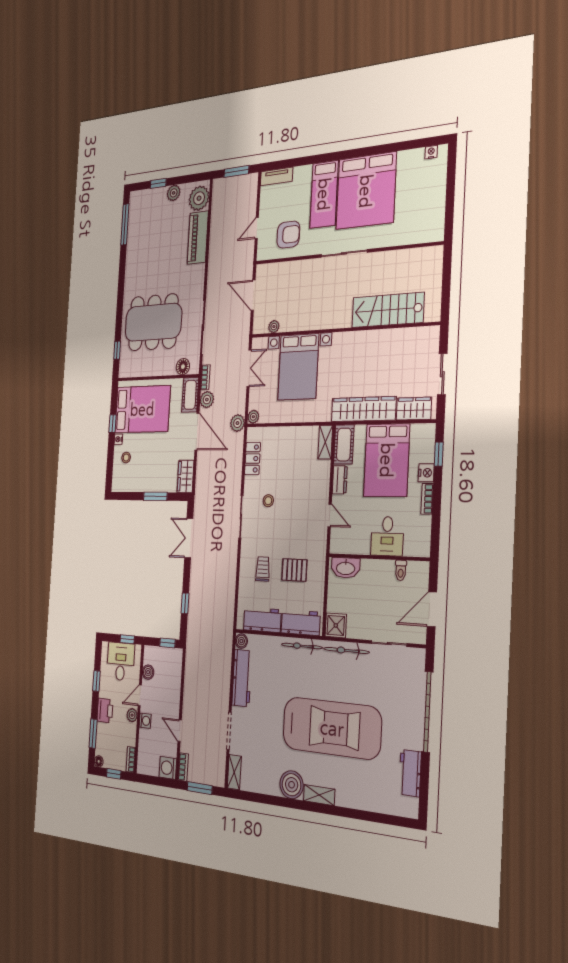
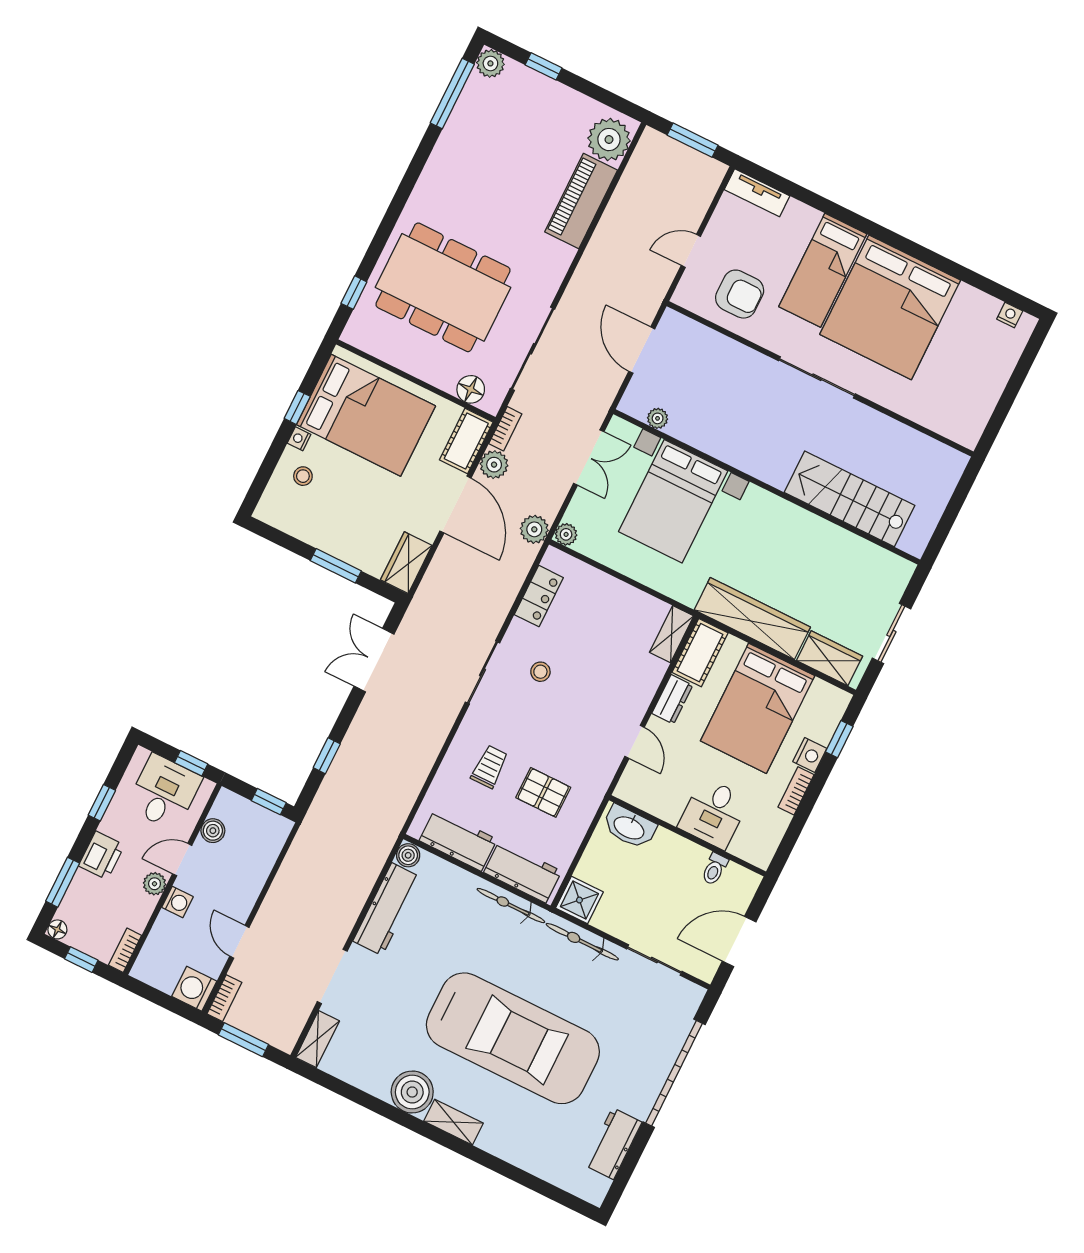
plant: (174, 193) -> (490, 63), moved

